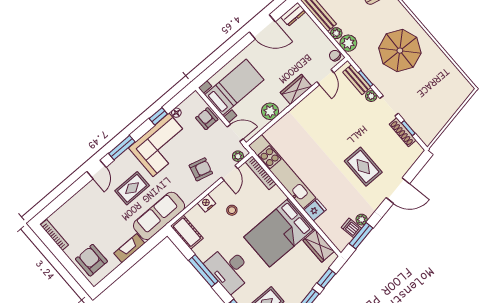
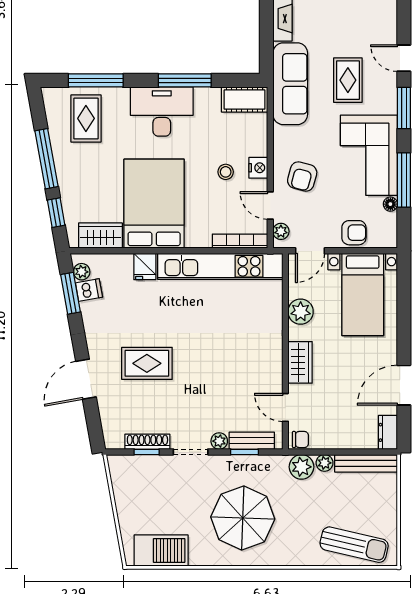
barbecue: (452, 78) -> (161, 550), added
window: (158, 116) -> (404, 180), width x2.17
nightstand: (207, 203) -> (258, 168), moved
plant: (362, 220) -> (82, 272), moved

